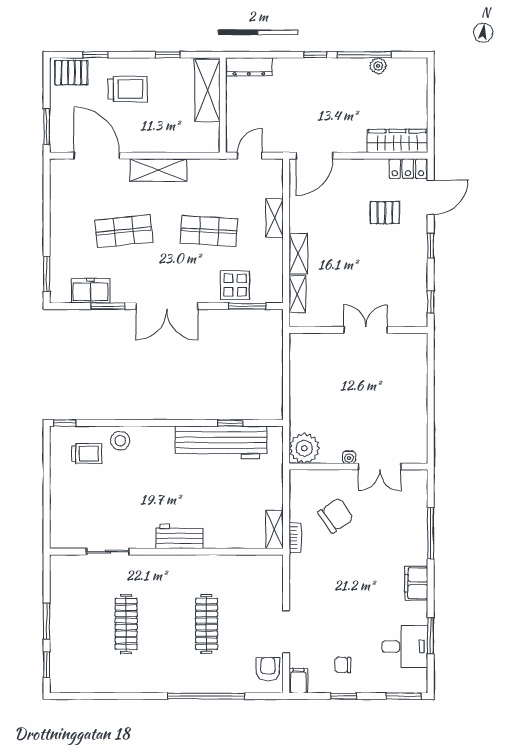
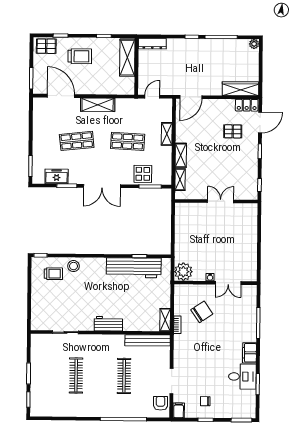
plant: (378, 66) -> (254, 44), moved
bench: (245, 564) -> (148, 340), added
desk: (405, 646) -> (242, 377), moved

